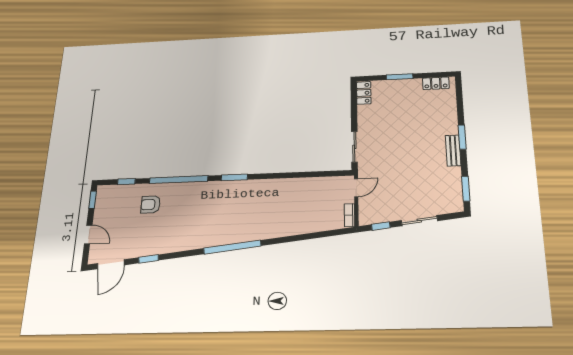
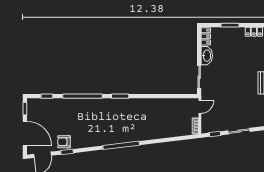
washbasin: (366, 118) -> (207, 56), added
armchair: (151, 204) -> (64, 142), moved
door: (88, 234) -> (25, 133), width x1.88

